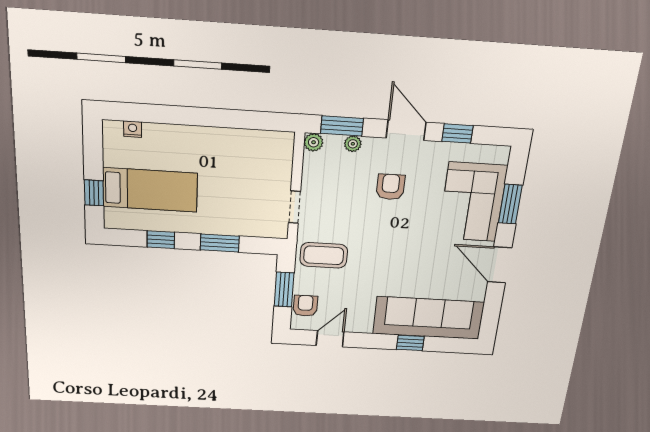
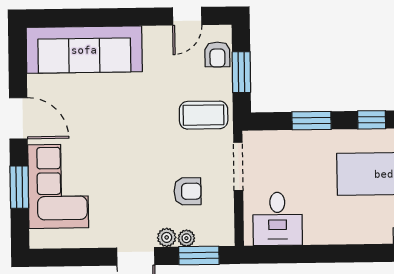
window: (457, 133) -> (85, 257), removed
plant: (314, 142) -> (167, 237), moved
desk: (259, 155) -> (277, 219), added
armchair: (391, 187) -> (187, 191), moved, turned -90
doorway: (294, 207) -> (238, 166), width x1.38
window: (410, 343) -> (99, 17), removed

